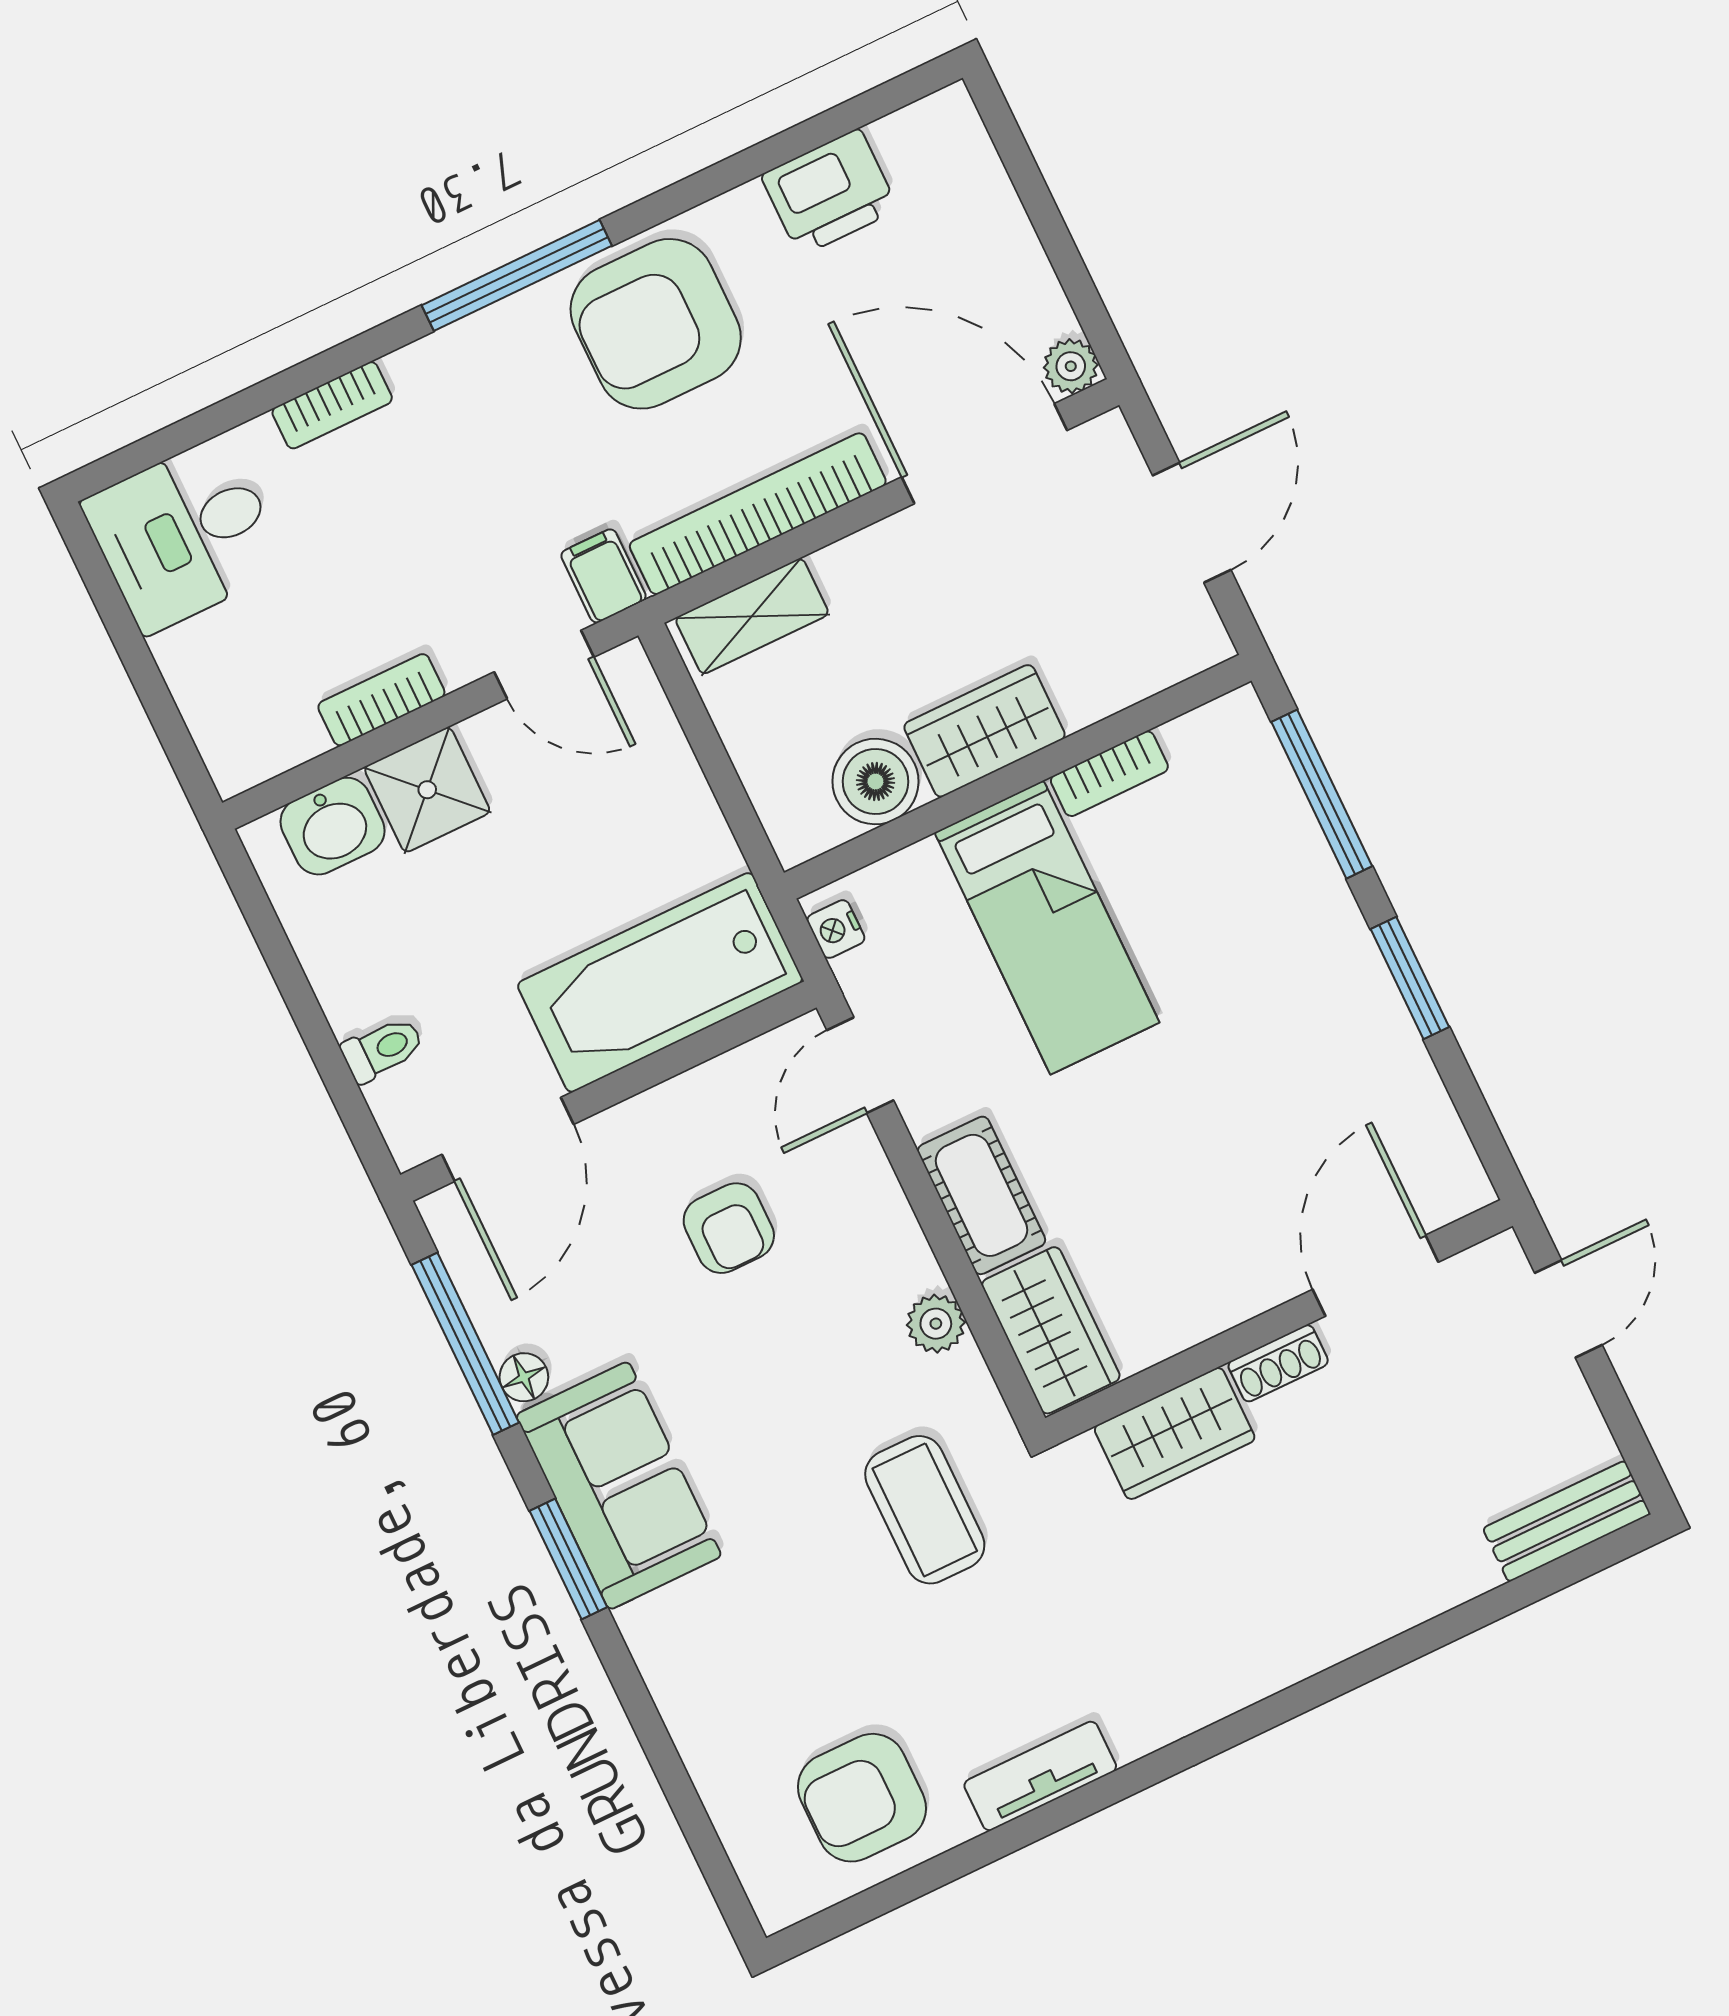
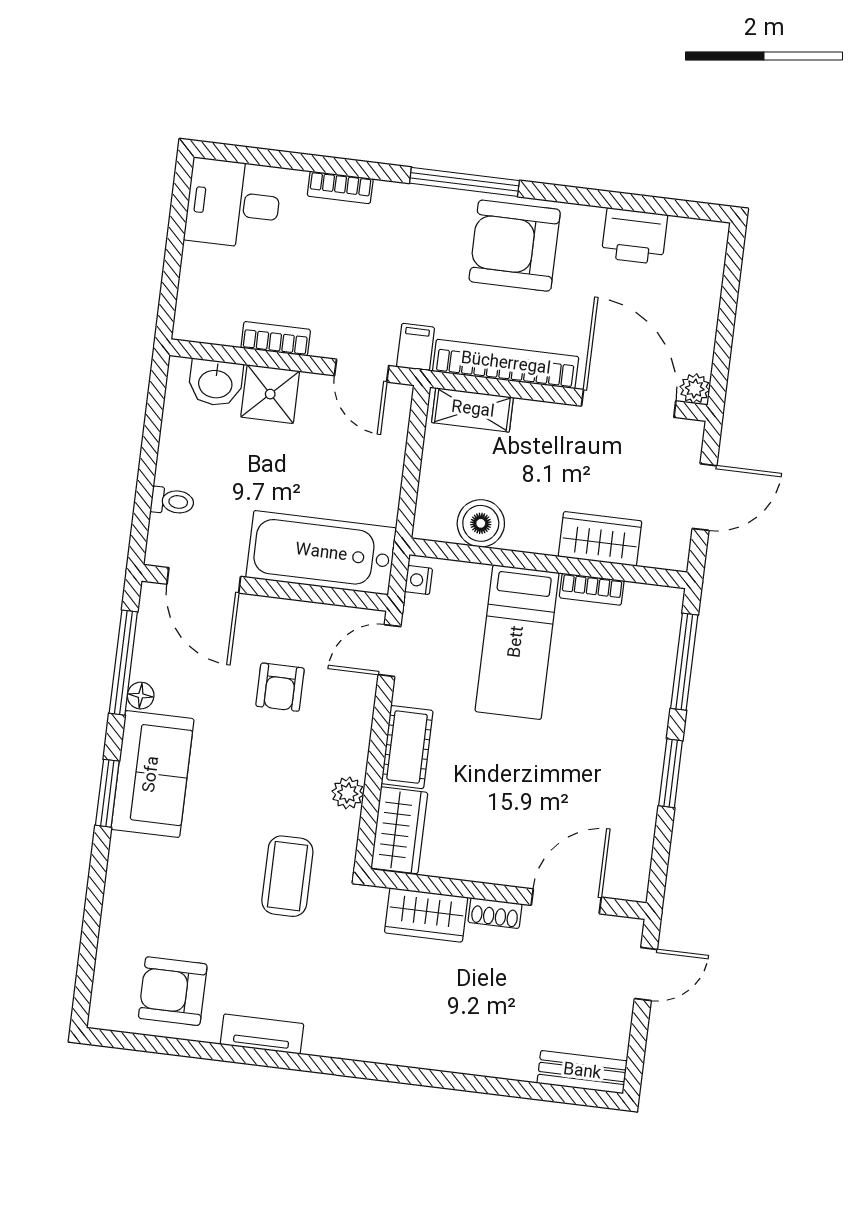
wardrobe: (984, 731) -> (600, 539), moved
door: (508, 1139) -> (204, 580), hinge flipped

